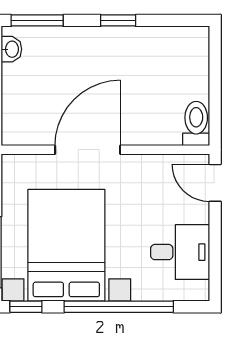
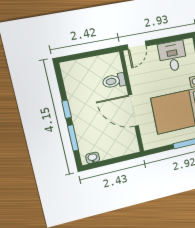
window: (37, 20) -> (73, 138), moved
toilet: (196, 123) -> (114, 81), moved

